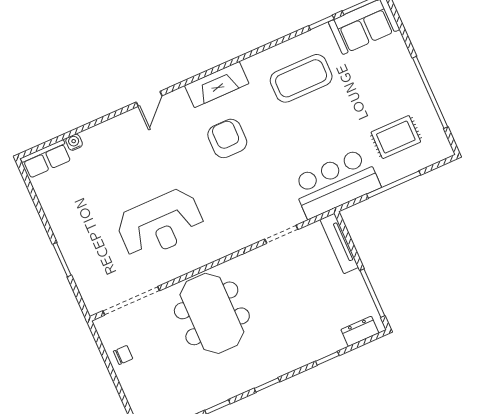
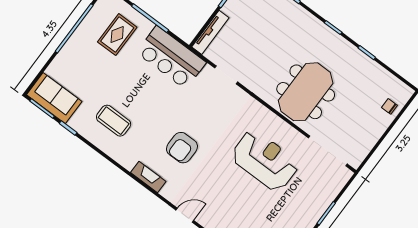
coffee table: (301, 78) -> (114, 121), width x0.73, depth x0.76
fireplace: (217, 85) -> (148, 177), width x0.73, depth x0.76
rug: (396, 137) -> (117, 35), turned 90
chair: (123, 355) -> (390, 106), moved

